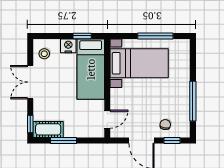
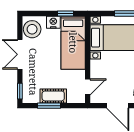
stool: (44, 54) -> (32, 29), width x1.89, depth x1.89
cot: (48, 129) -> (53, 96), moved

